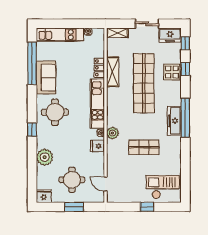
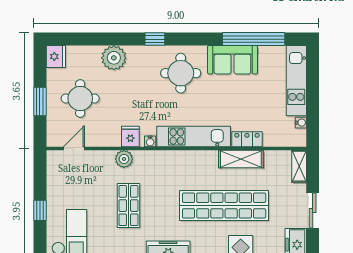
plant: (113, 133) -> (124, 159), moved

